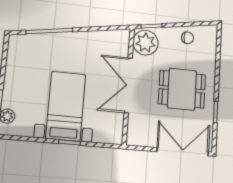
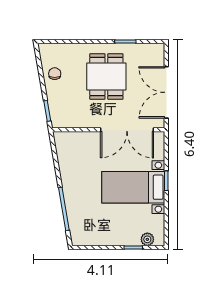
plant: (146, 43) -> (65, 116), removed
double door: (128, 85) -> (127, 130), moved
double door: (183, 152) -> (166, 92), moved

